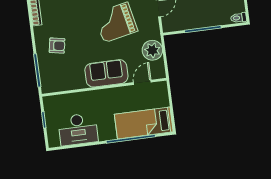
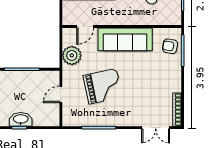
armchair: (57, 46) -> (170, 46), moved
sofa: (106, 73) -> (125, 39), width x1.36

